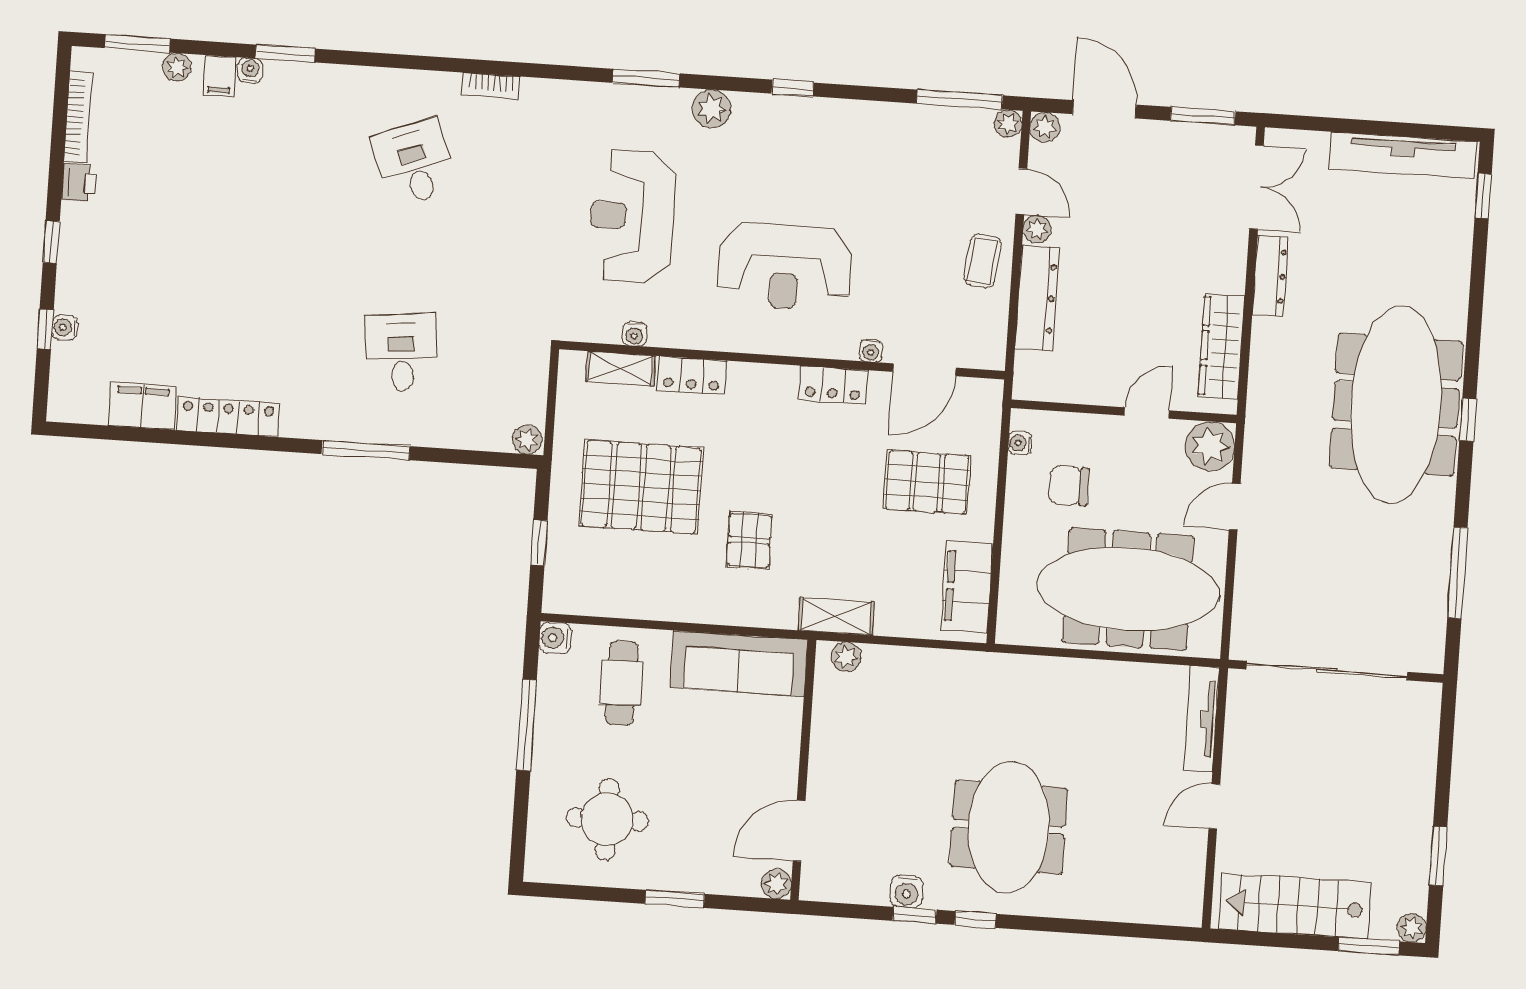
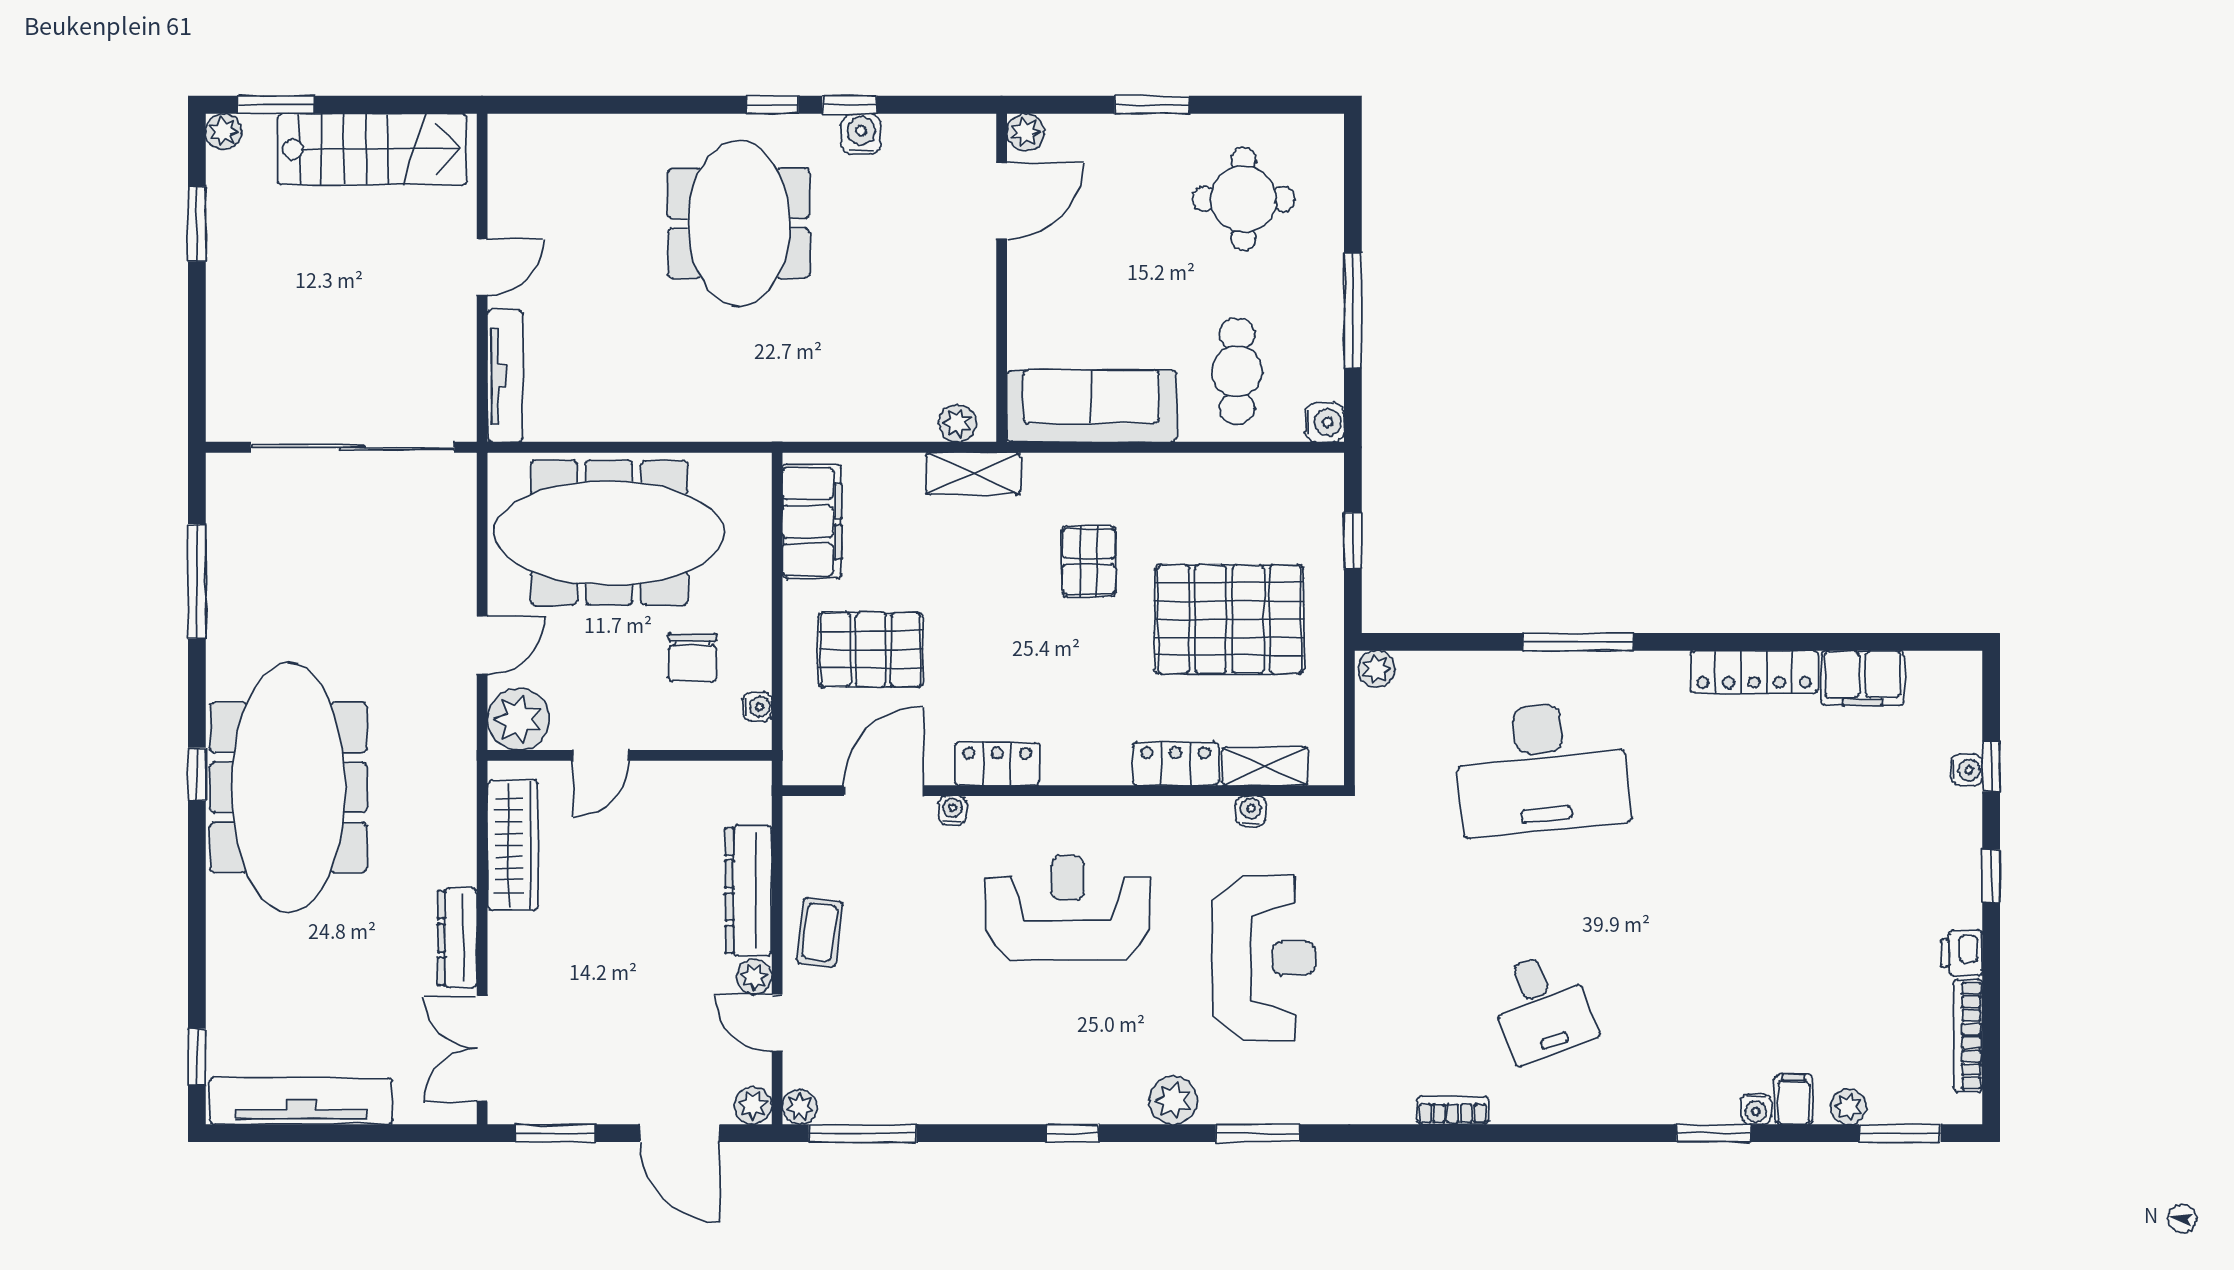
desk: (402, 352) -> (1542, 768), width x1.87, depth x1.30
chair: (1069, 486) -> (692, 657), turned 90

